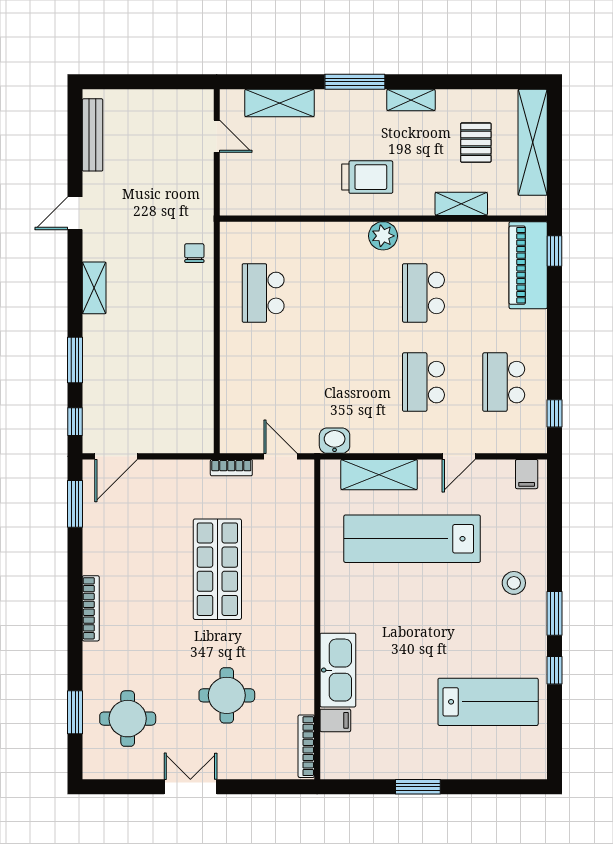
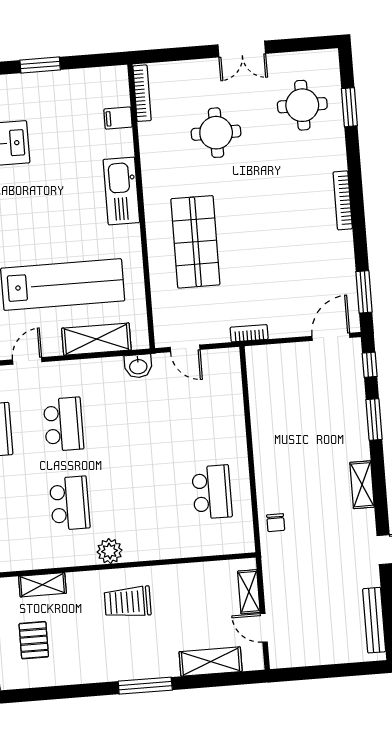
shelving: (411, 100) -> (249, 592), moved, turned 90
bookcase: (231, 468) -> (249, 333), moved
shop shelf: (217, 569) -> (195, 242), moved
kitchen sink: (338, 670) -> (121, 191), moved

